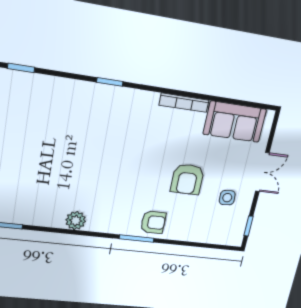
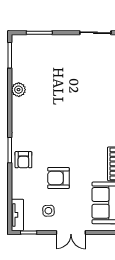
plant: (76, 221) -> (19, 90), moved
tv unit: (223, 237) -> (17, 215), added

